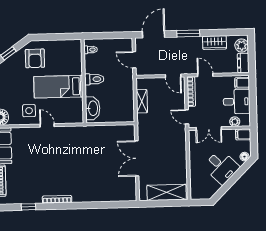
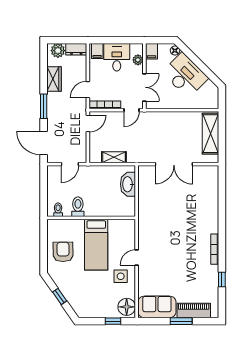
armchair: (35, 58) -> (63, 252), moved, turned -91
toilet: (94, 79) -> (78, 207), moved
washbasin: (93, 108) -> (128, 184), moved, turned -90
desk: (221, 167) -> (185, 75), width x1.37

